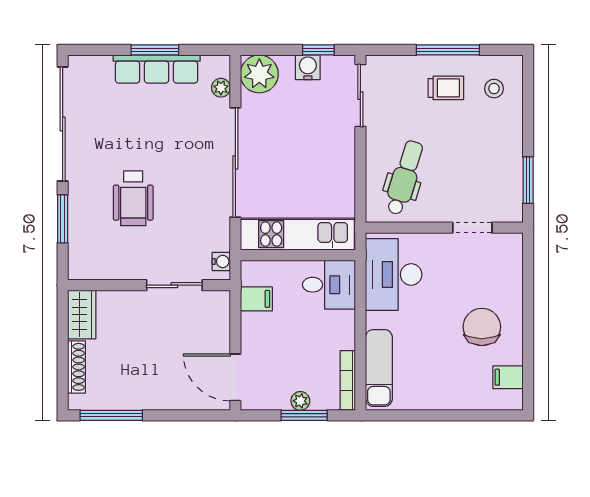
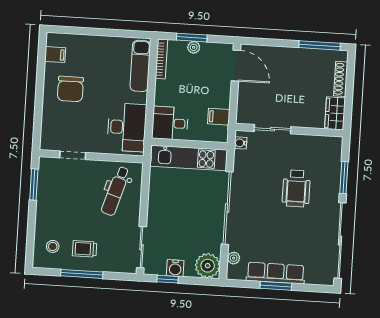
wheelchair: (133, 198) -> (296, 188), turned 180

